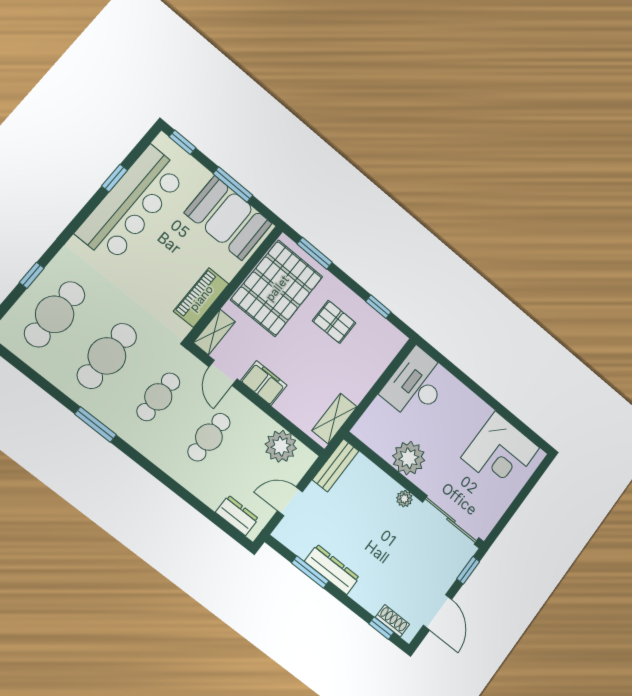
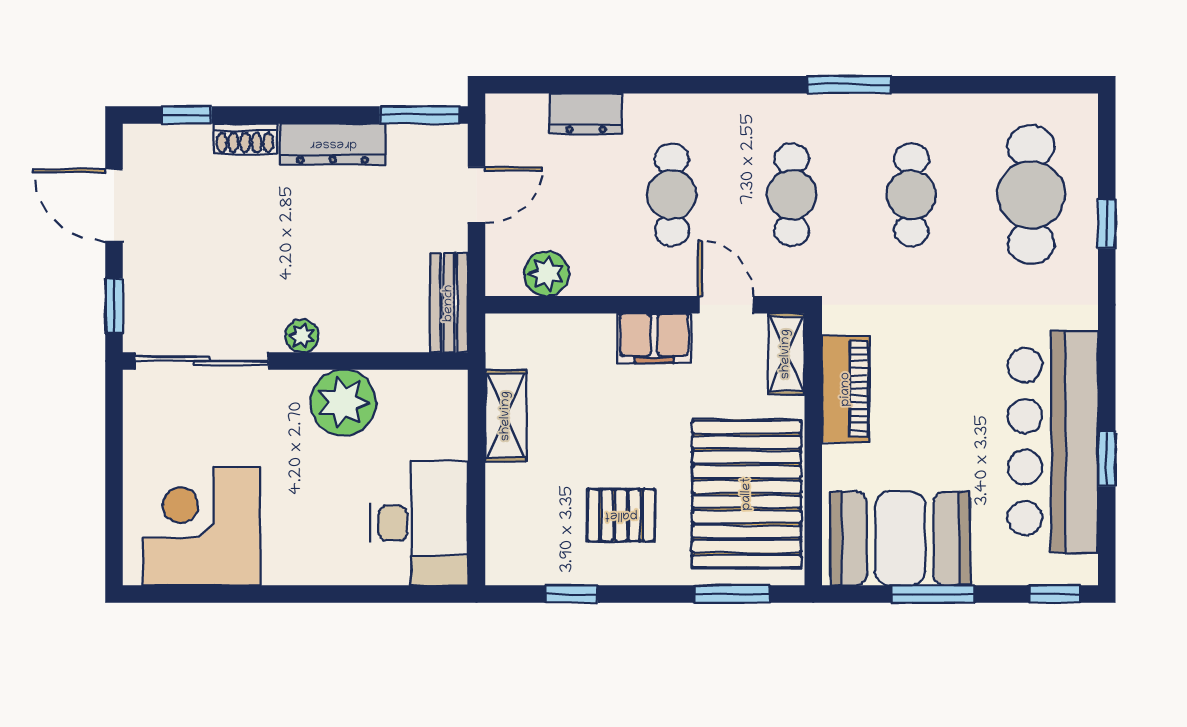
cafe table: (107, 356) -> (911, 195), width x0.73, depth x0.74
shelving: (334, 419) -> (506, 416), moved
plant: (281, 446) -> (547, 274), width x0.73, depth x0.73
dresser: (237, 515) -> (586, 114), moved
window: (310, 572) -> (419, 115), moved
shoe rack: (392, 621) -> (245, 139), moved

